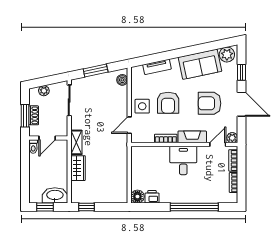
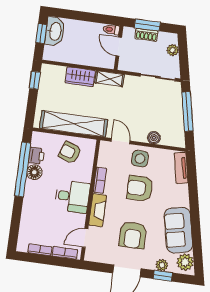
tv unit: (157, 67) -> (181, 168), moved
window: (96, 70) -> (187, 112), width x1.44
boiler: (122, 80) -> (154, 138), moved
armchair: (210, 103) -> (133, 235), turned 180
plant: (232, 138) -> (162, 265), moved
door: (218, 145) -> (85, 238), swing flipped
shelving: (120, 168) -> (74, 124), added
armchair: (145, 168) -> (70, 153), added
washbasin: (55, 195) -> (55, 31), moved
floor lamp: (137, 197) -> (34, 172), moved
window: (194, 207) -> (23, 169), moved

